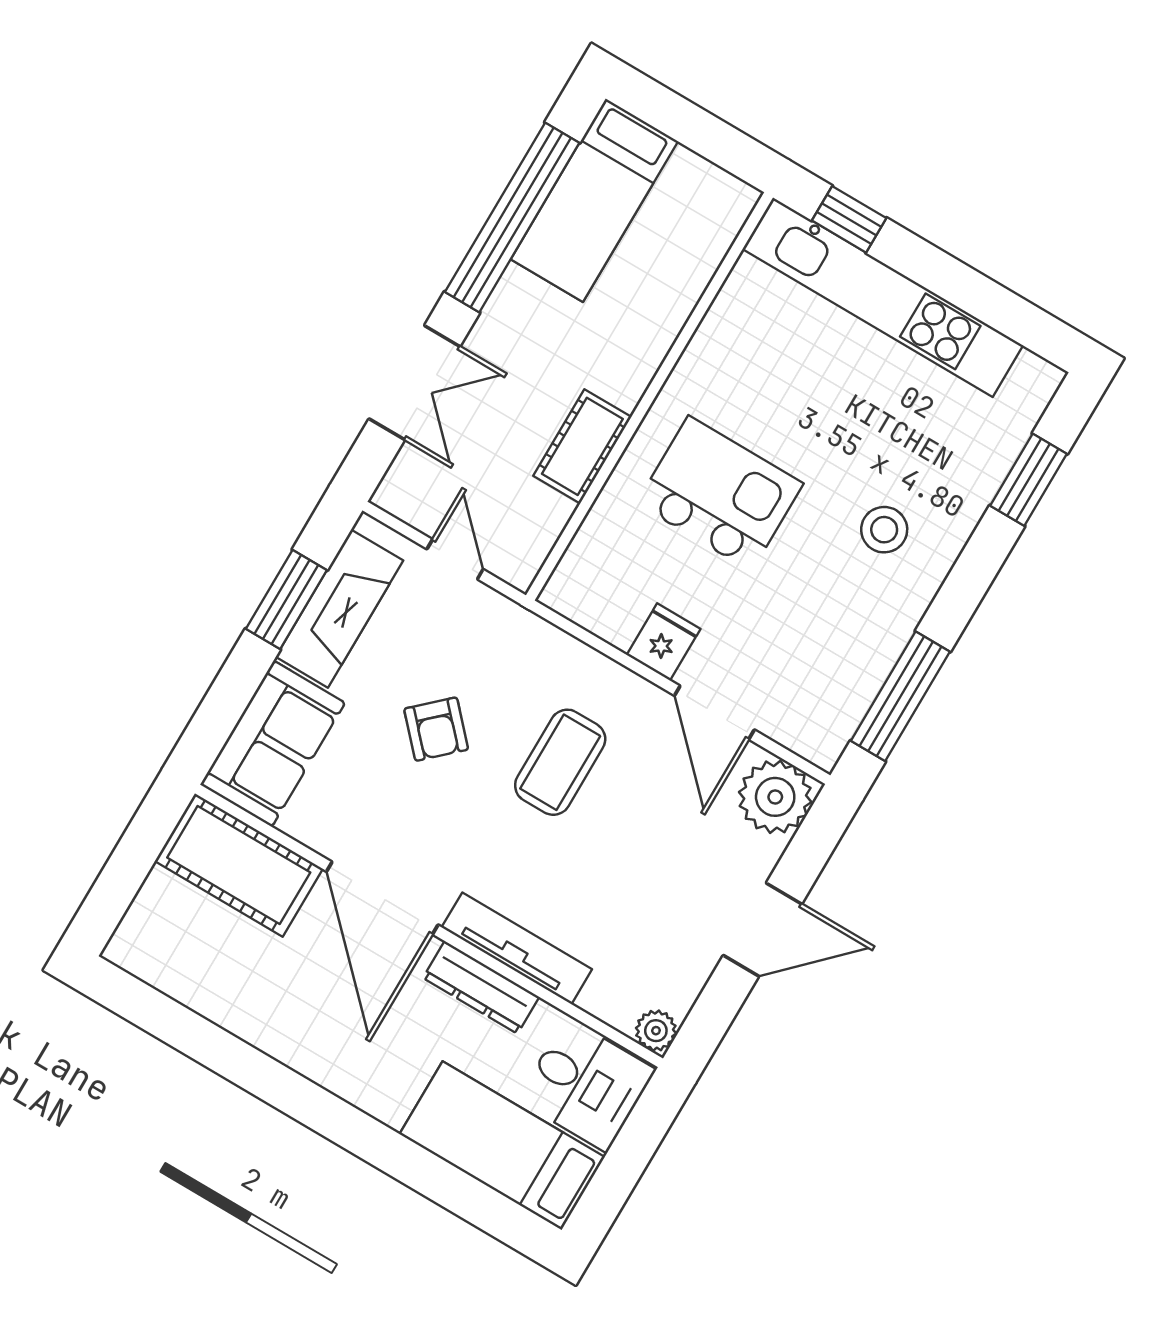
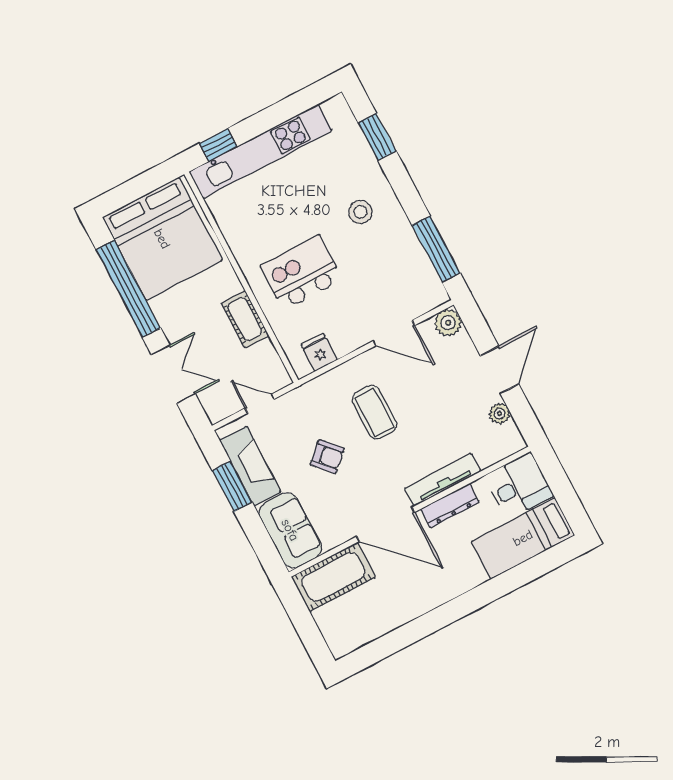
bed: (594, 200) -> (162, 239), width x2.04
fridge: (664, 642) -> (319, 352), moved
plant: (775, 797) -> (448, 323), width x0.73, depth x0.73
plant: (656, 1031) -> (499, 414), moved

